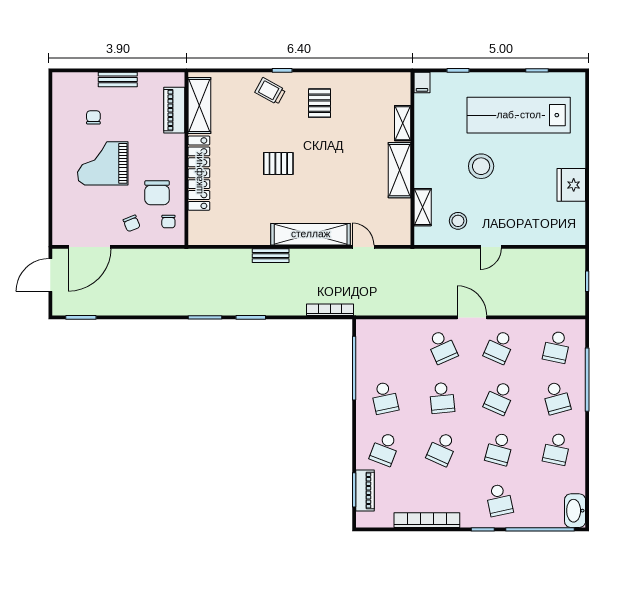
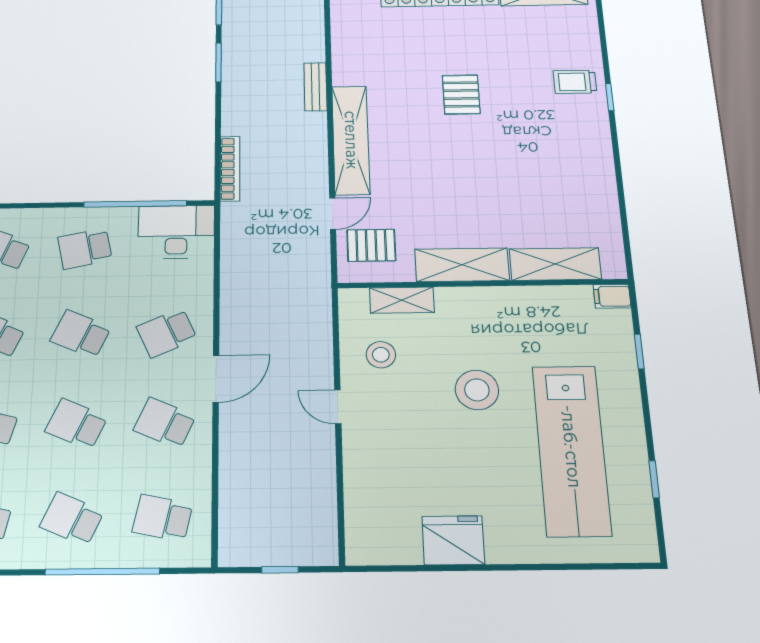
trolley: (270, 91) -> (575, 82), turned -119
pallet: (320, 103) -> (371, 245), moved
lab bench: (519, 115) -> (571, 450), turned 180
shelving: (403, 123) -> (555, 264), width x1.50, depth x1.33
desk: (374, 342) -> (176, 232), added
school desk: (442, 398) -> (81, 334), turned 30
school desk: (557, 398) -> (72, 519), turned 39

